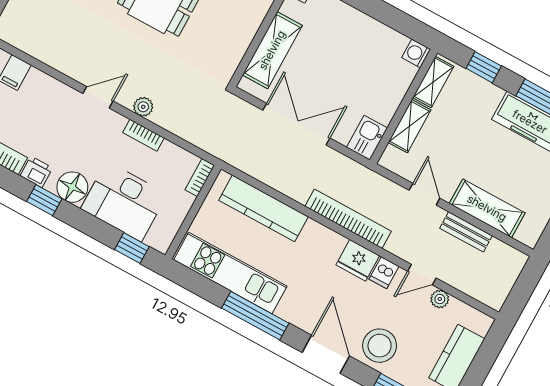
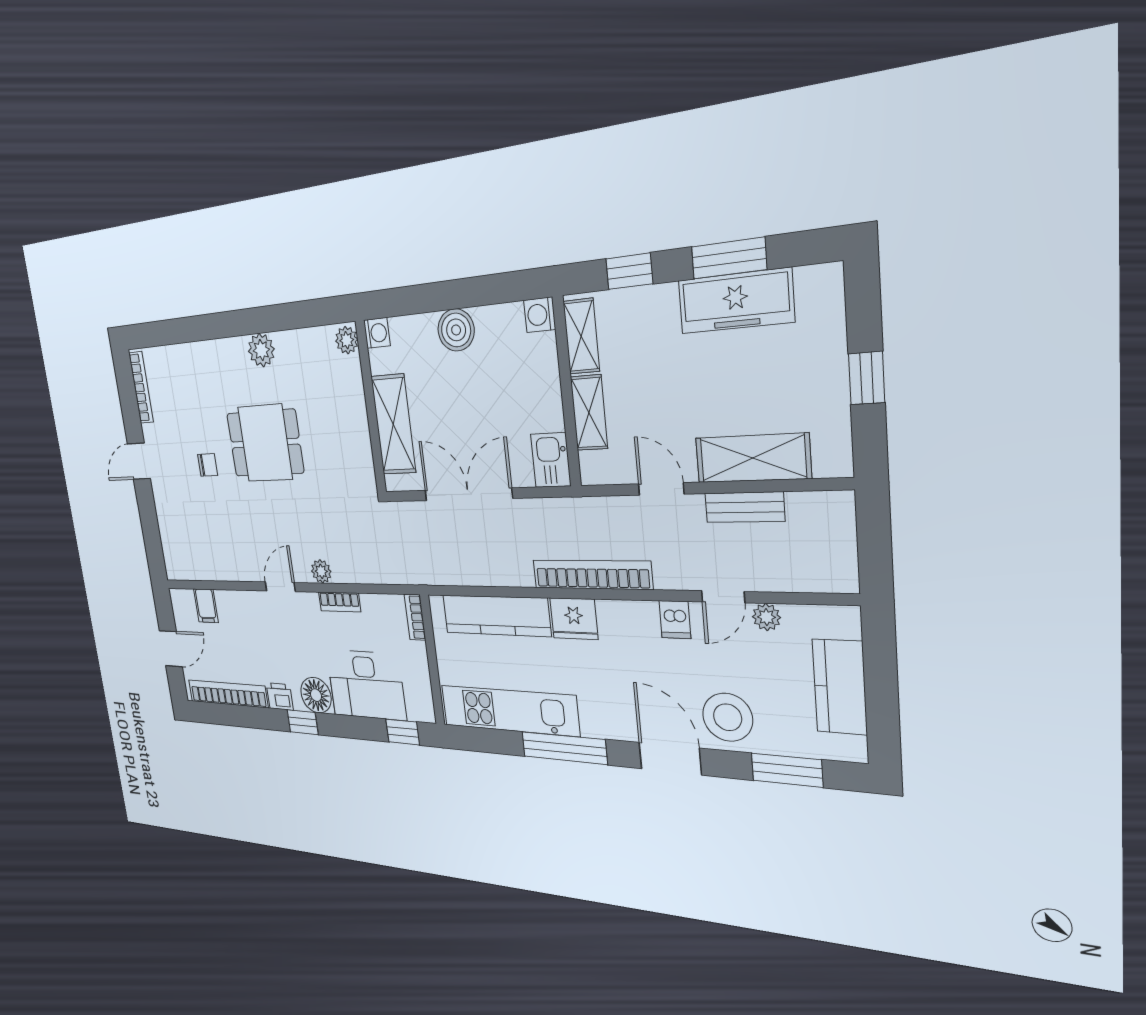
boiler: (357, 25) -> (456, 330), added
fridge: (358, 260) -> (574, 619), moved

